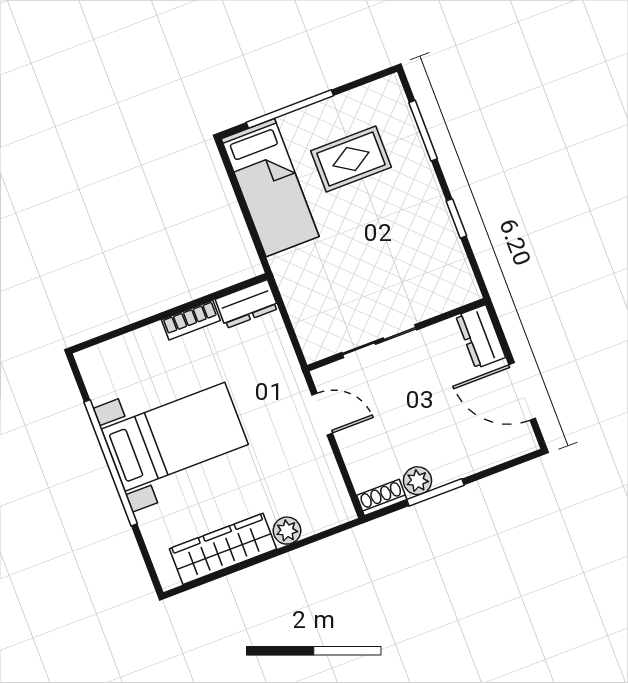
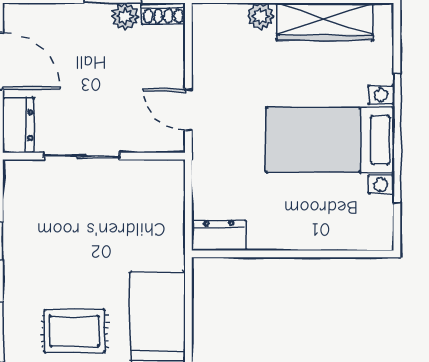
bookcase: (191, 320) -> (275, 240), removed
sliding door: (379, 341) -> (82, 156), moved

